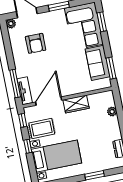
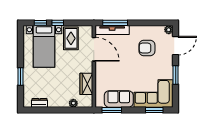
tv unit: (25, 91) -> (112, 30), width x1.41
wardrobe: (76, 104) -> (86, 84), moved
window: (23, 120) -> (40, 23), moved

